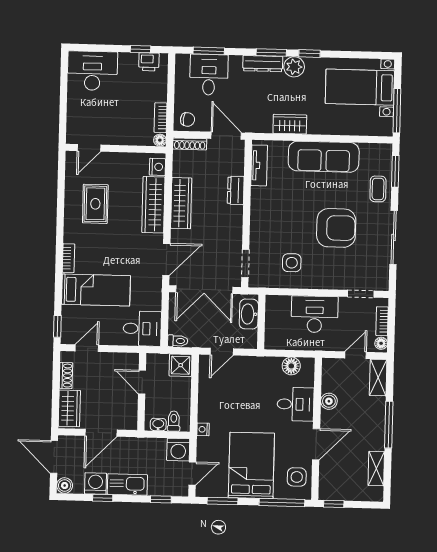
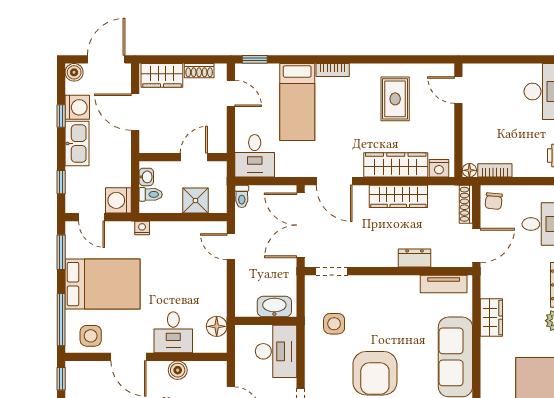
rug: (95, 204) -> (395, 99), turned 90
washbasin: (249, 314) -> (274, 307), moved
wall: (261, 322) -> (266, 321), moved
shower: (181, 365) -> (195, 201), moved

